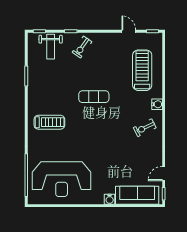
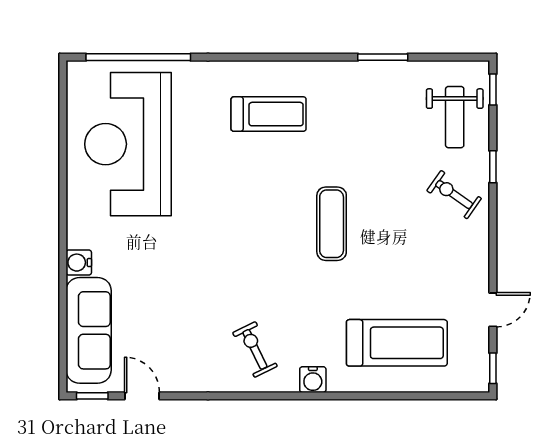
weight bench: (51, 47) -> (455, 117), turned -90
treadmill: (49, 122) -> (269, 114), turned -90

